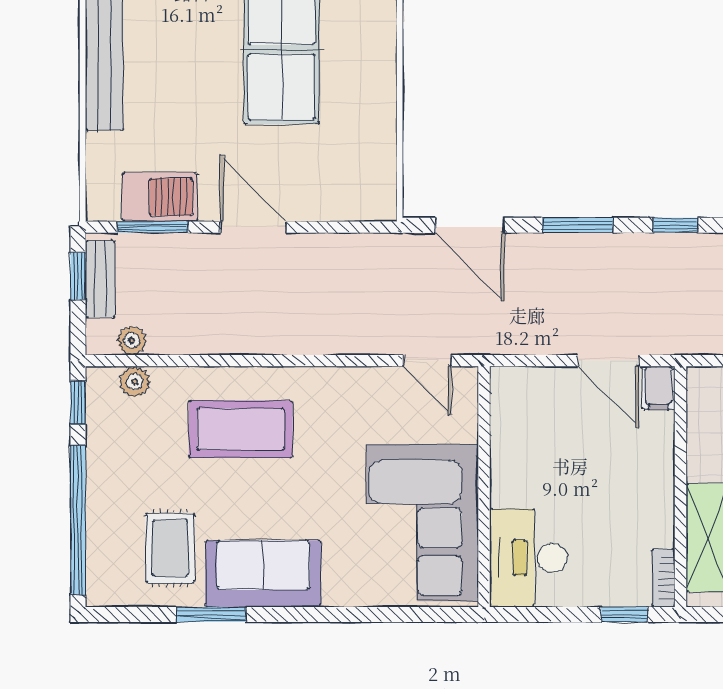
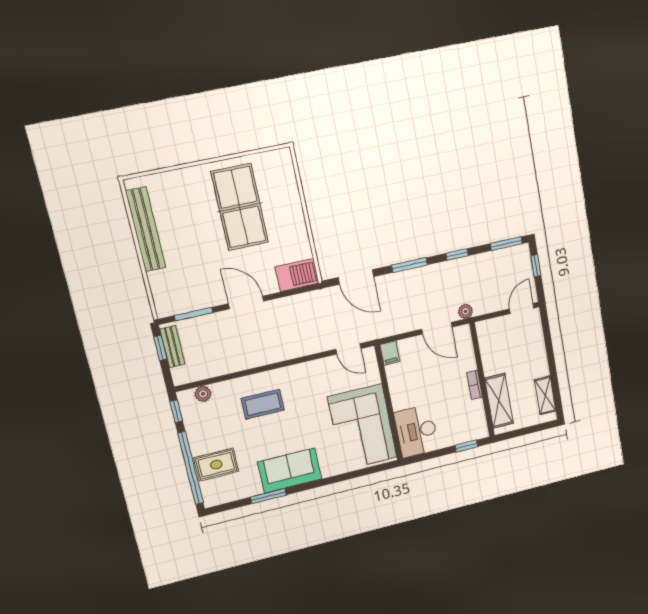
barbecue: (160, 197) -> (297, 275), moved
plant: (132, 340) -> (466, 311), moved
filing cabinet: (659, 388) -> (390, 353), moved
coffee table: (241, 429) -> (263, 404), width x0.73, depth x0.76
rug: (170, 548) -> (216, 465), moved, turned 90
bookcase: (663, 578) -> (475, 385), moved

